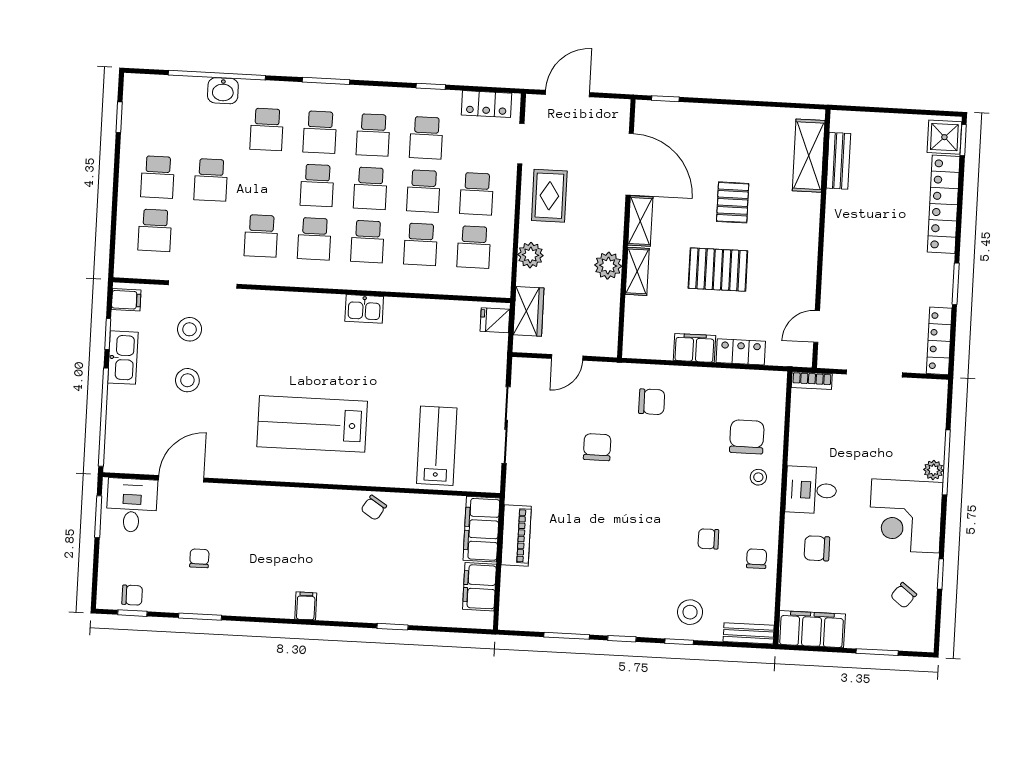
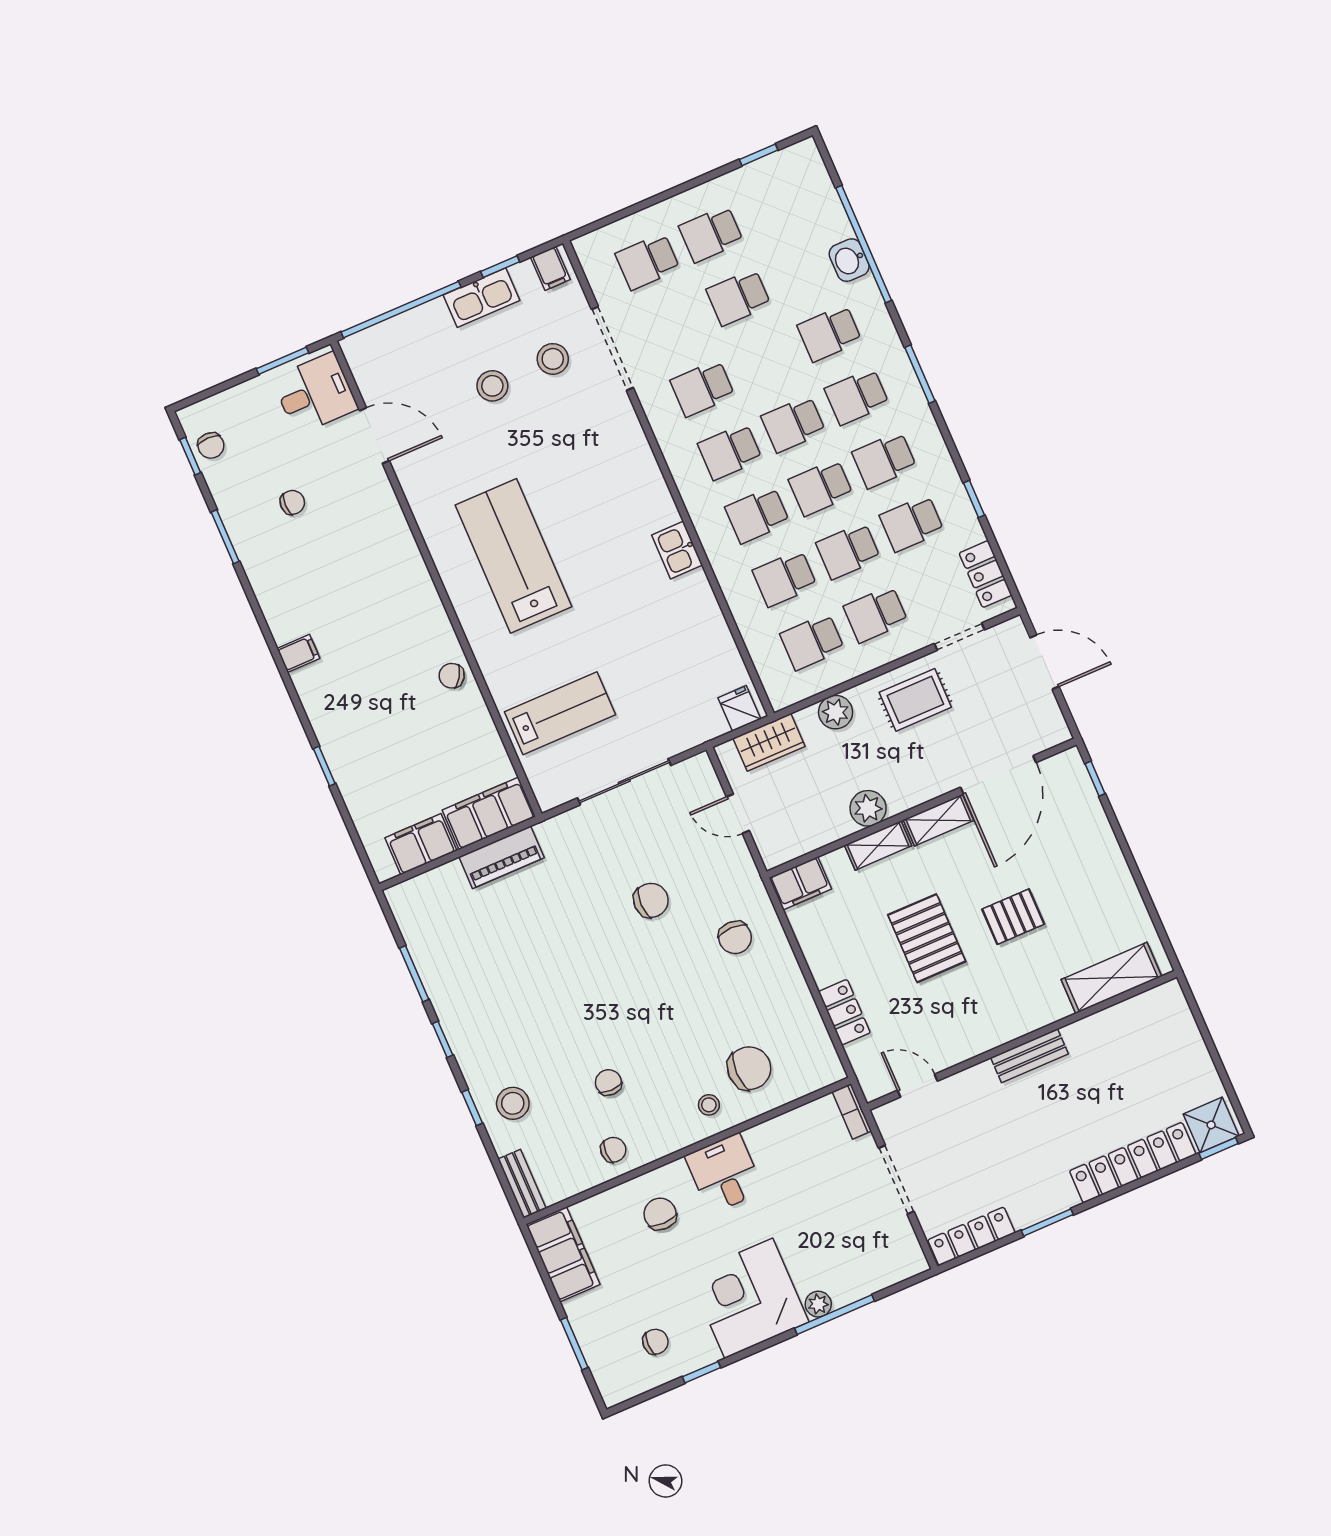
bench: (838, 161) -> (1029, 1056), moved
filing cabinet: (695, 348) -> (800, 883), moved, turned 90
chair: (904, 595) -> (655, 1342), turned 142

